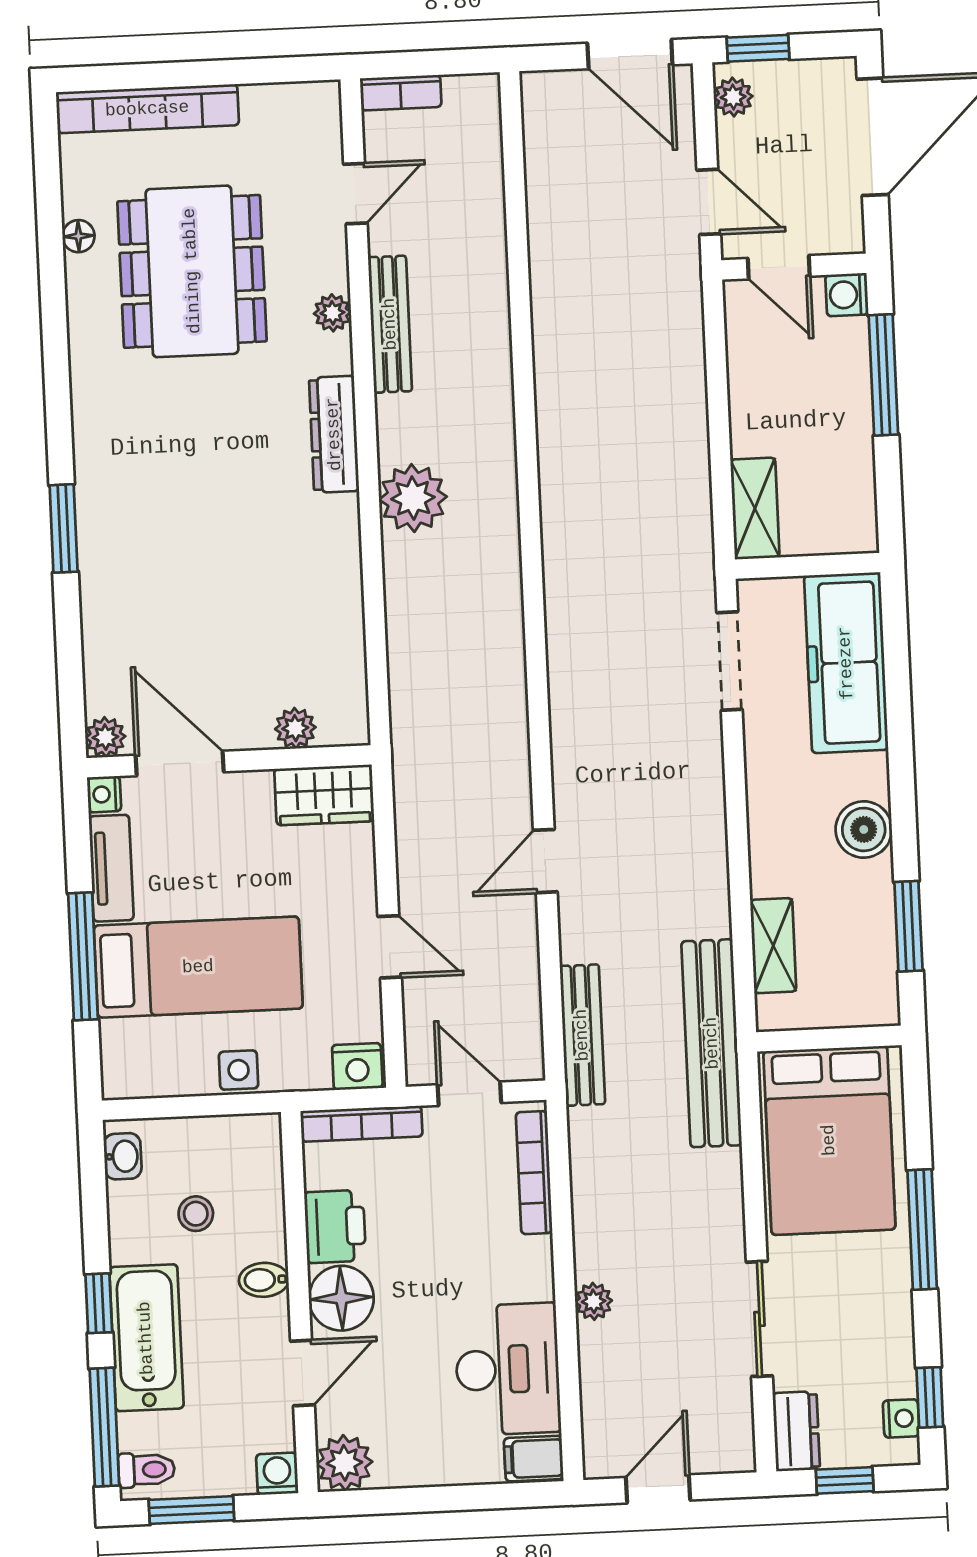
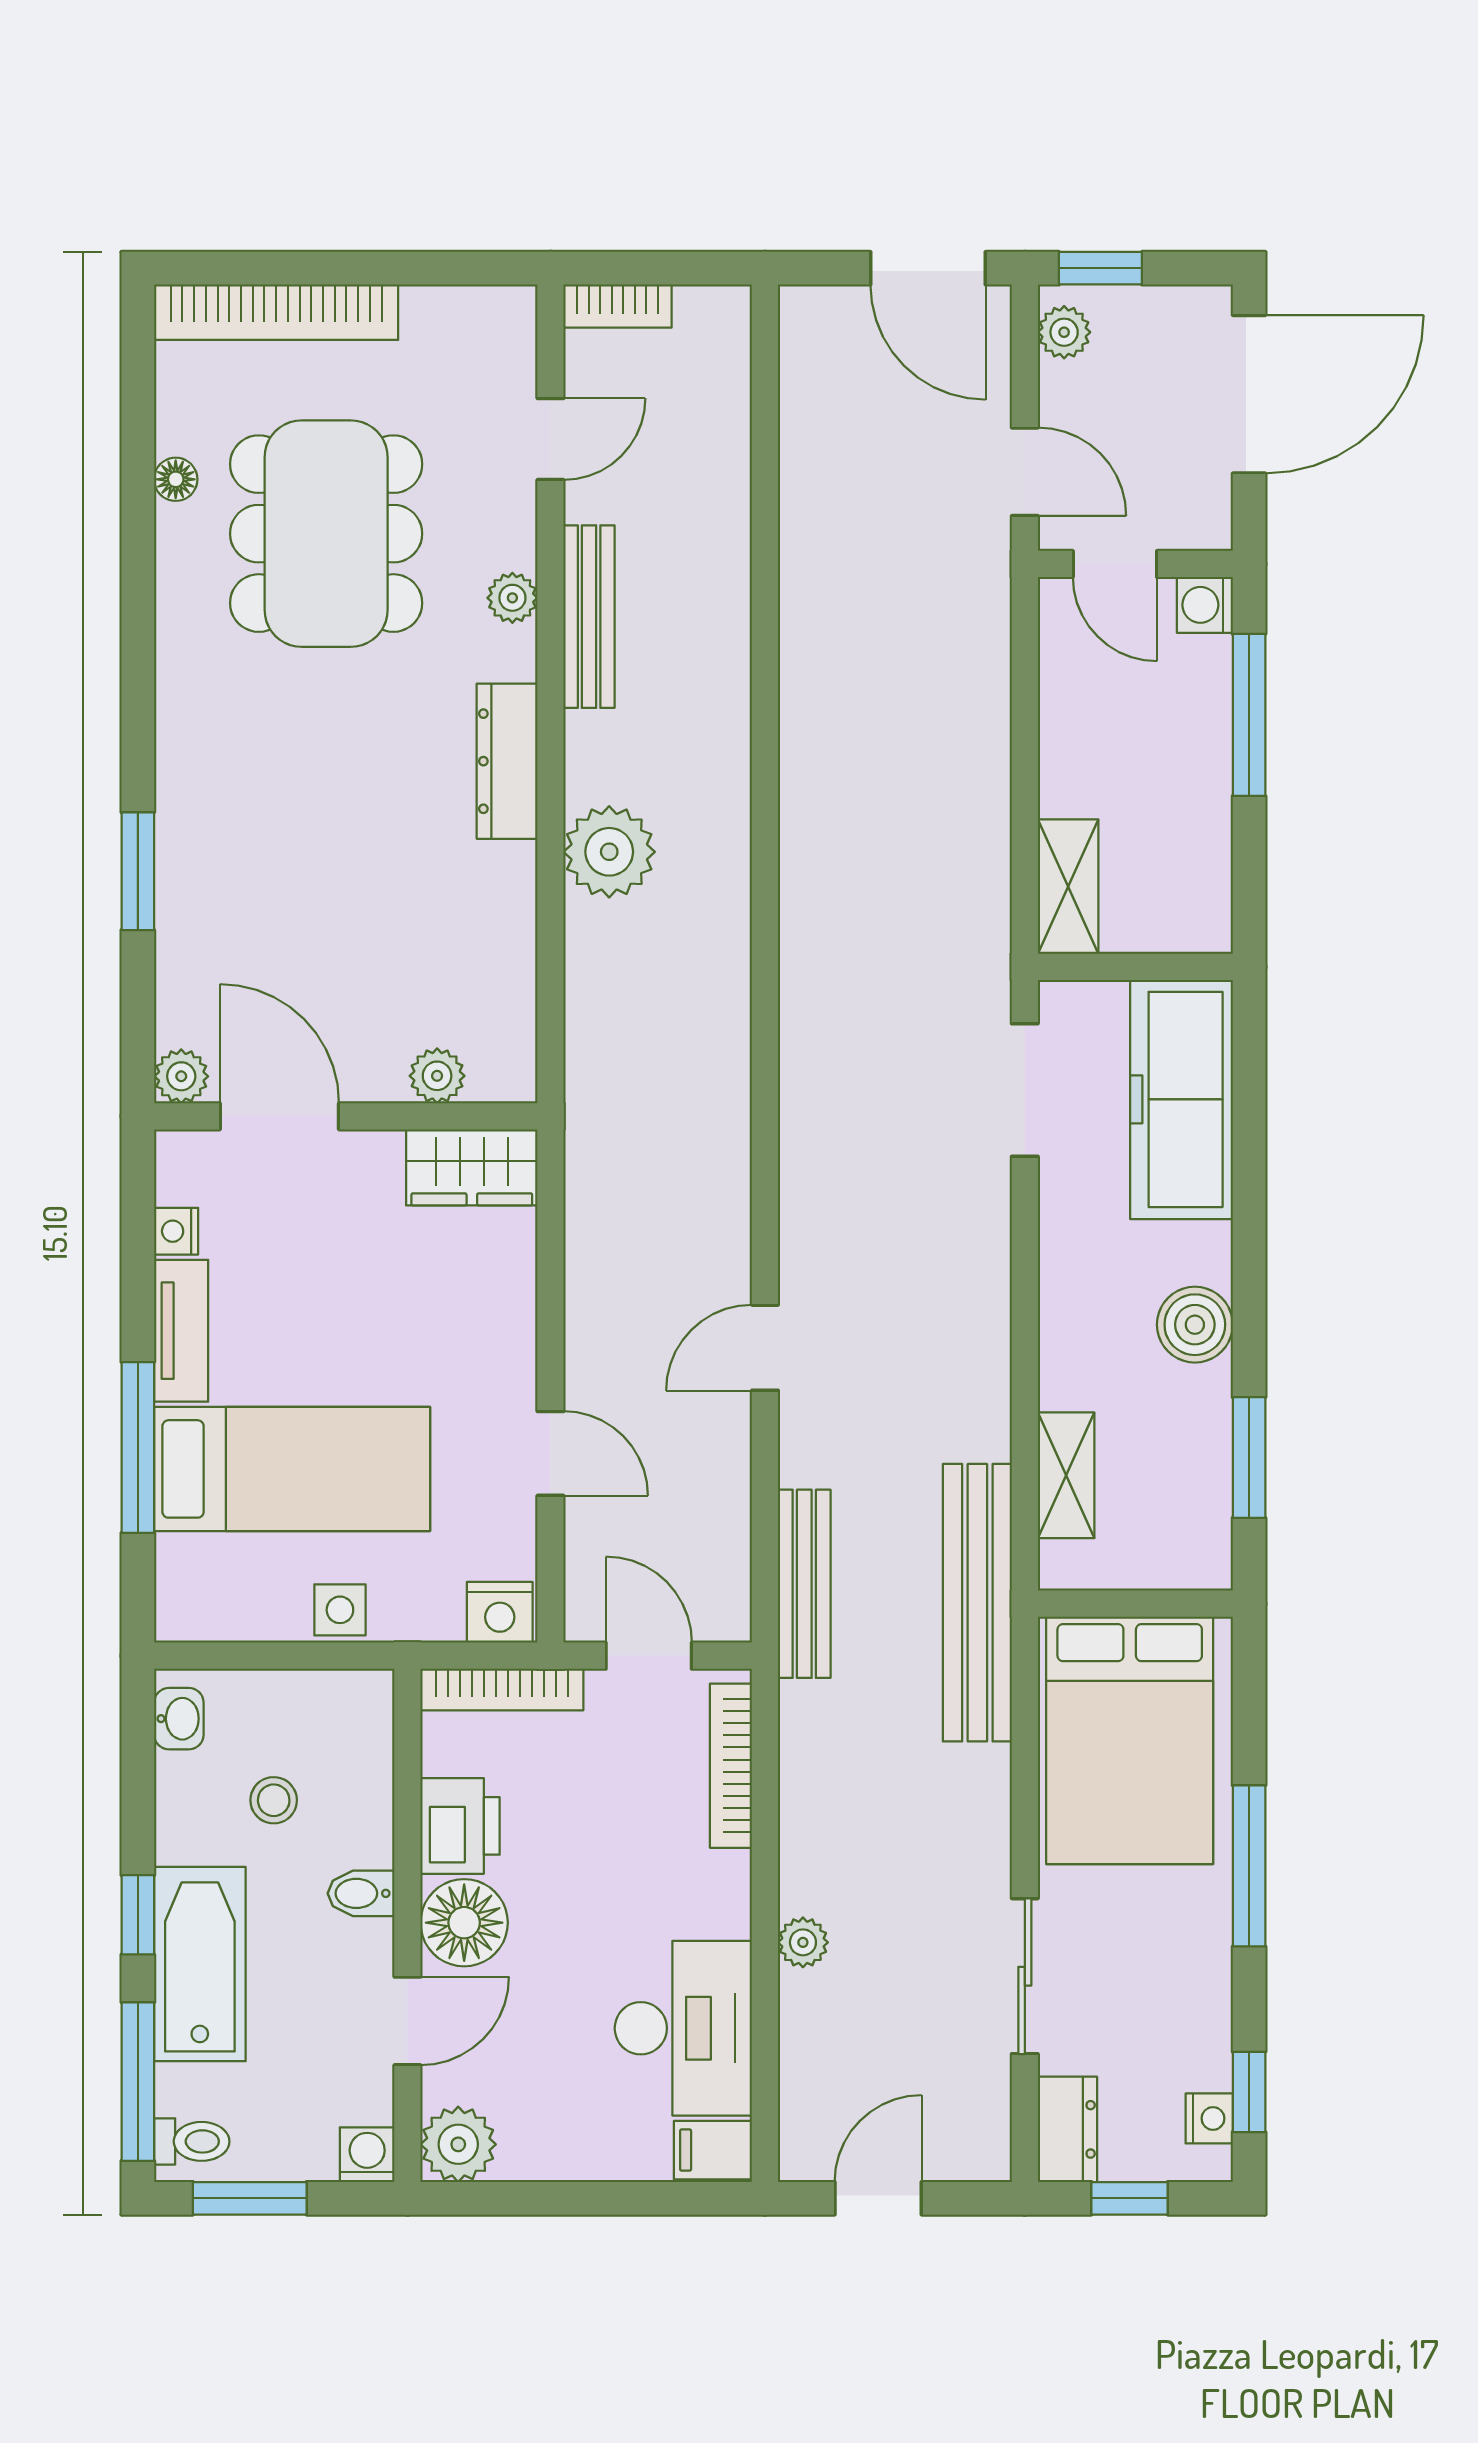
plant: (295, 728) -> (437, 1076), moved
plant: (105, 737) -> (181, 1076), moved
wall: (229, 761) -> (346, 1116), moved
door: (180, 764) -> (279, 1116), moved
wardrobe: (324, 795) -> (472, 1167), moved

